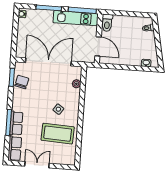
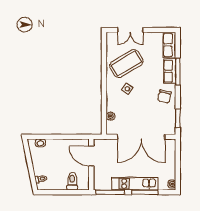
kitchen unit: (76, 18) -> (135, 184), moved
toilet: (107, 23) -> (72, 181), moved
chair: (22, 82) -> (164, 96), moved
coffee table: (58, 134) -> (126, 64), turned -34
double door: (37, 165) -> (130, 30), moved

